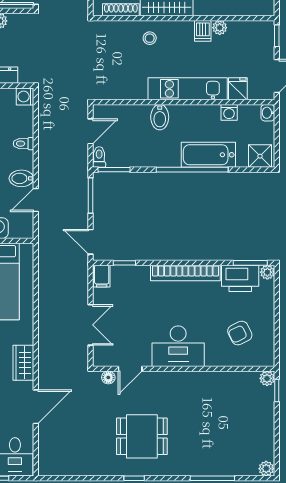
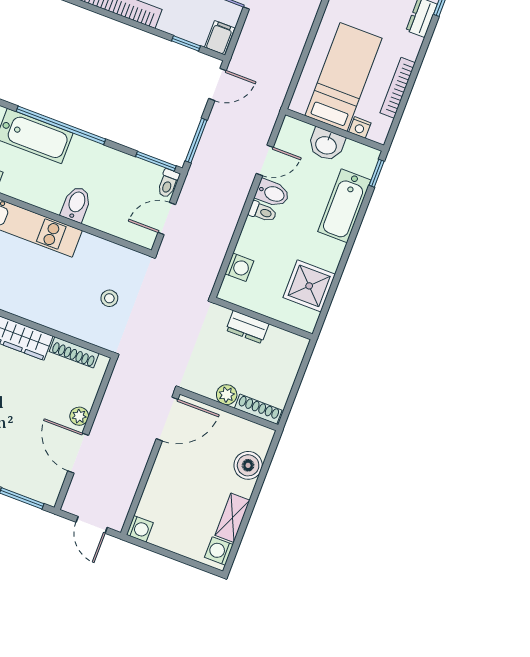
stool: (150, 38) -> (109, 298), moved
washing machine: (25, 96) -> (239, 267), moved
toilet: (23, 144) -> (262, 212), moved
door: (91, 242) -> (217, 85), hinge flipped

